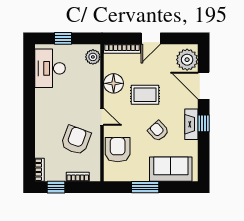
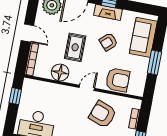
window: (63, 38) -> (15, 96), moved
plant: (93, 57) -> (34, 86), removed
armchair: (118, 150) -> (118, 80), turned 180

